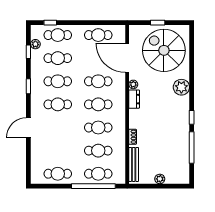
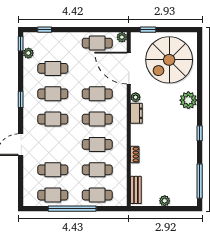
window: (158, 23) -> (148, 30), moved
plant: (121, 30) -> (122, 37), added
cafe table: (58, 35) -> (53, 170), moved
spiral stairs: (164, 50) -> (169, 60), turned -90
window: (28, 52) -> (21, 44), moved
window: (192, 148) -> (200, 181), moved
bench: (134, 164) -> (136, 190), width x0.73
window: (93, 186) -> (72, 209), moved

